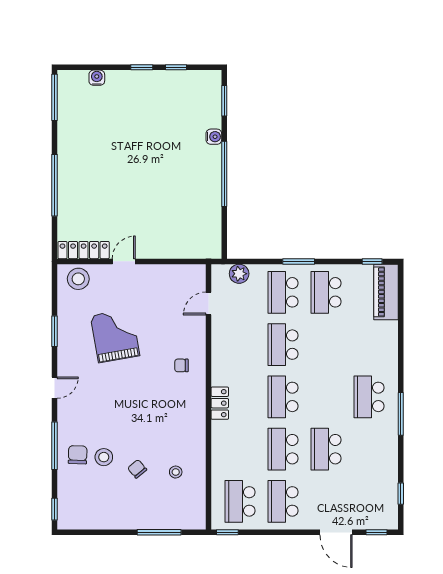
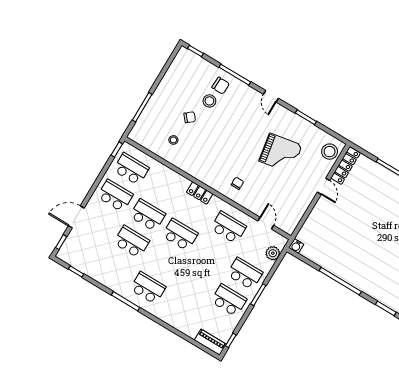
water cooler: (214, 137) -> (296, 246), moved
piano: (386, 292) -> (210, 342), width x0.73, depth x0.75
school desk: (283, 345) -> (228, 227), moved

